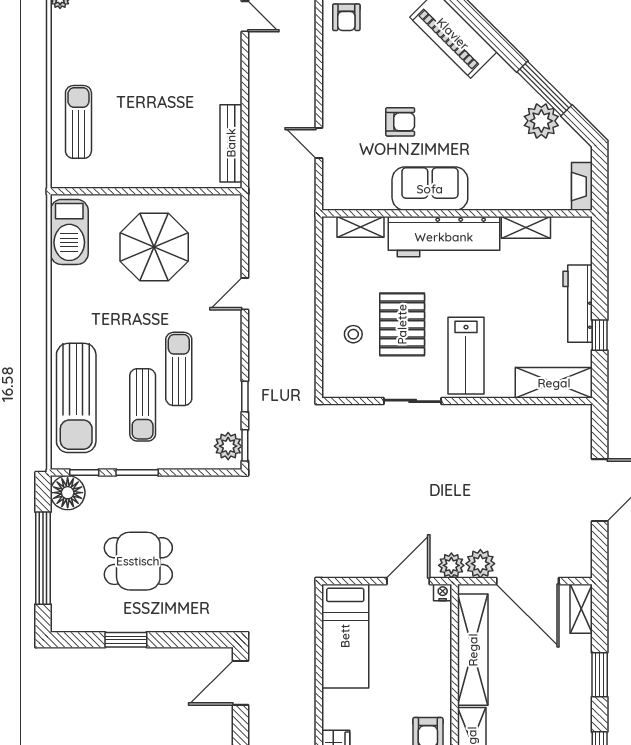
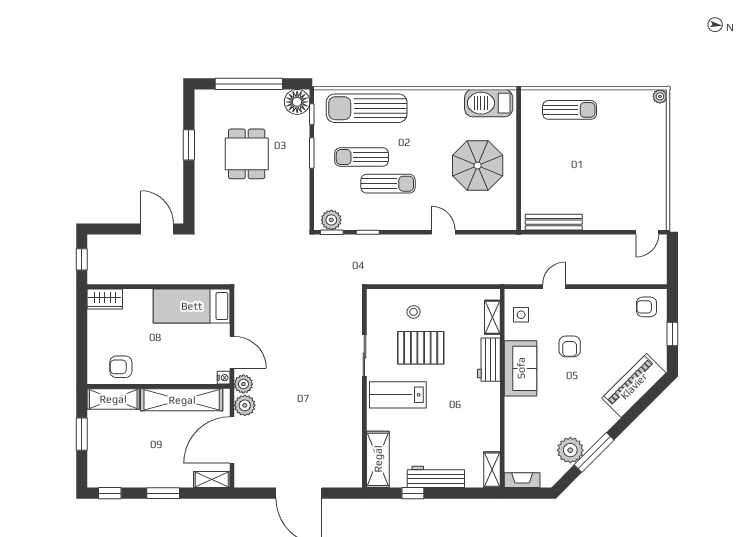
side table: (357, 188) -> (521, 315), added
shelving: (526, 227) -> (492, 470), moved
workbench: (444, 237) -> (489, 360), width x0.53, depth x0.76

